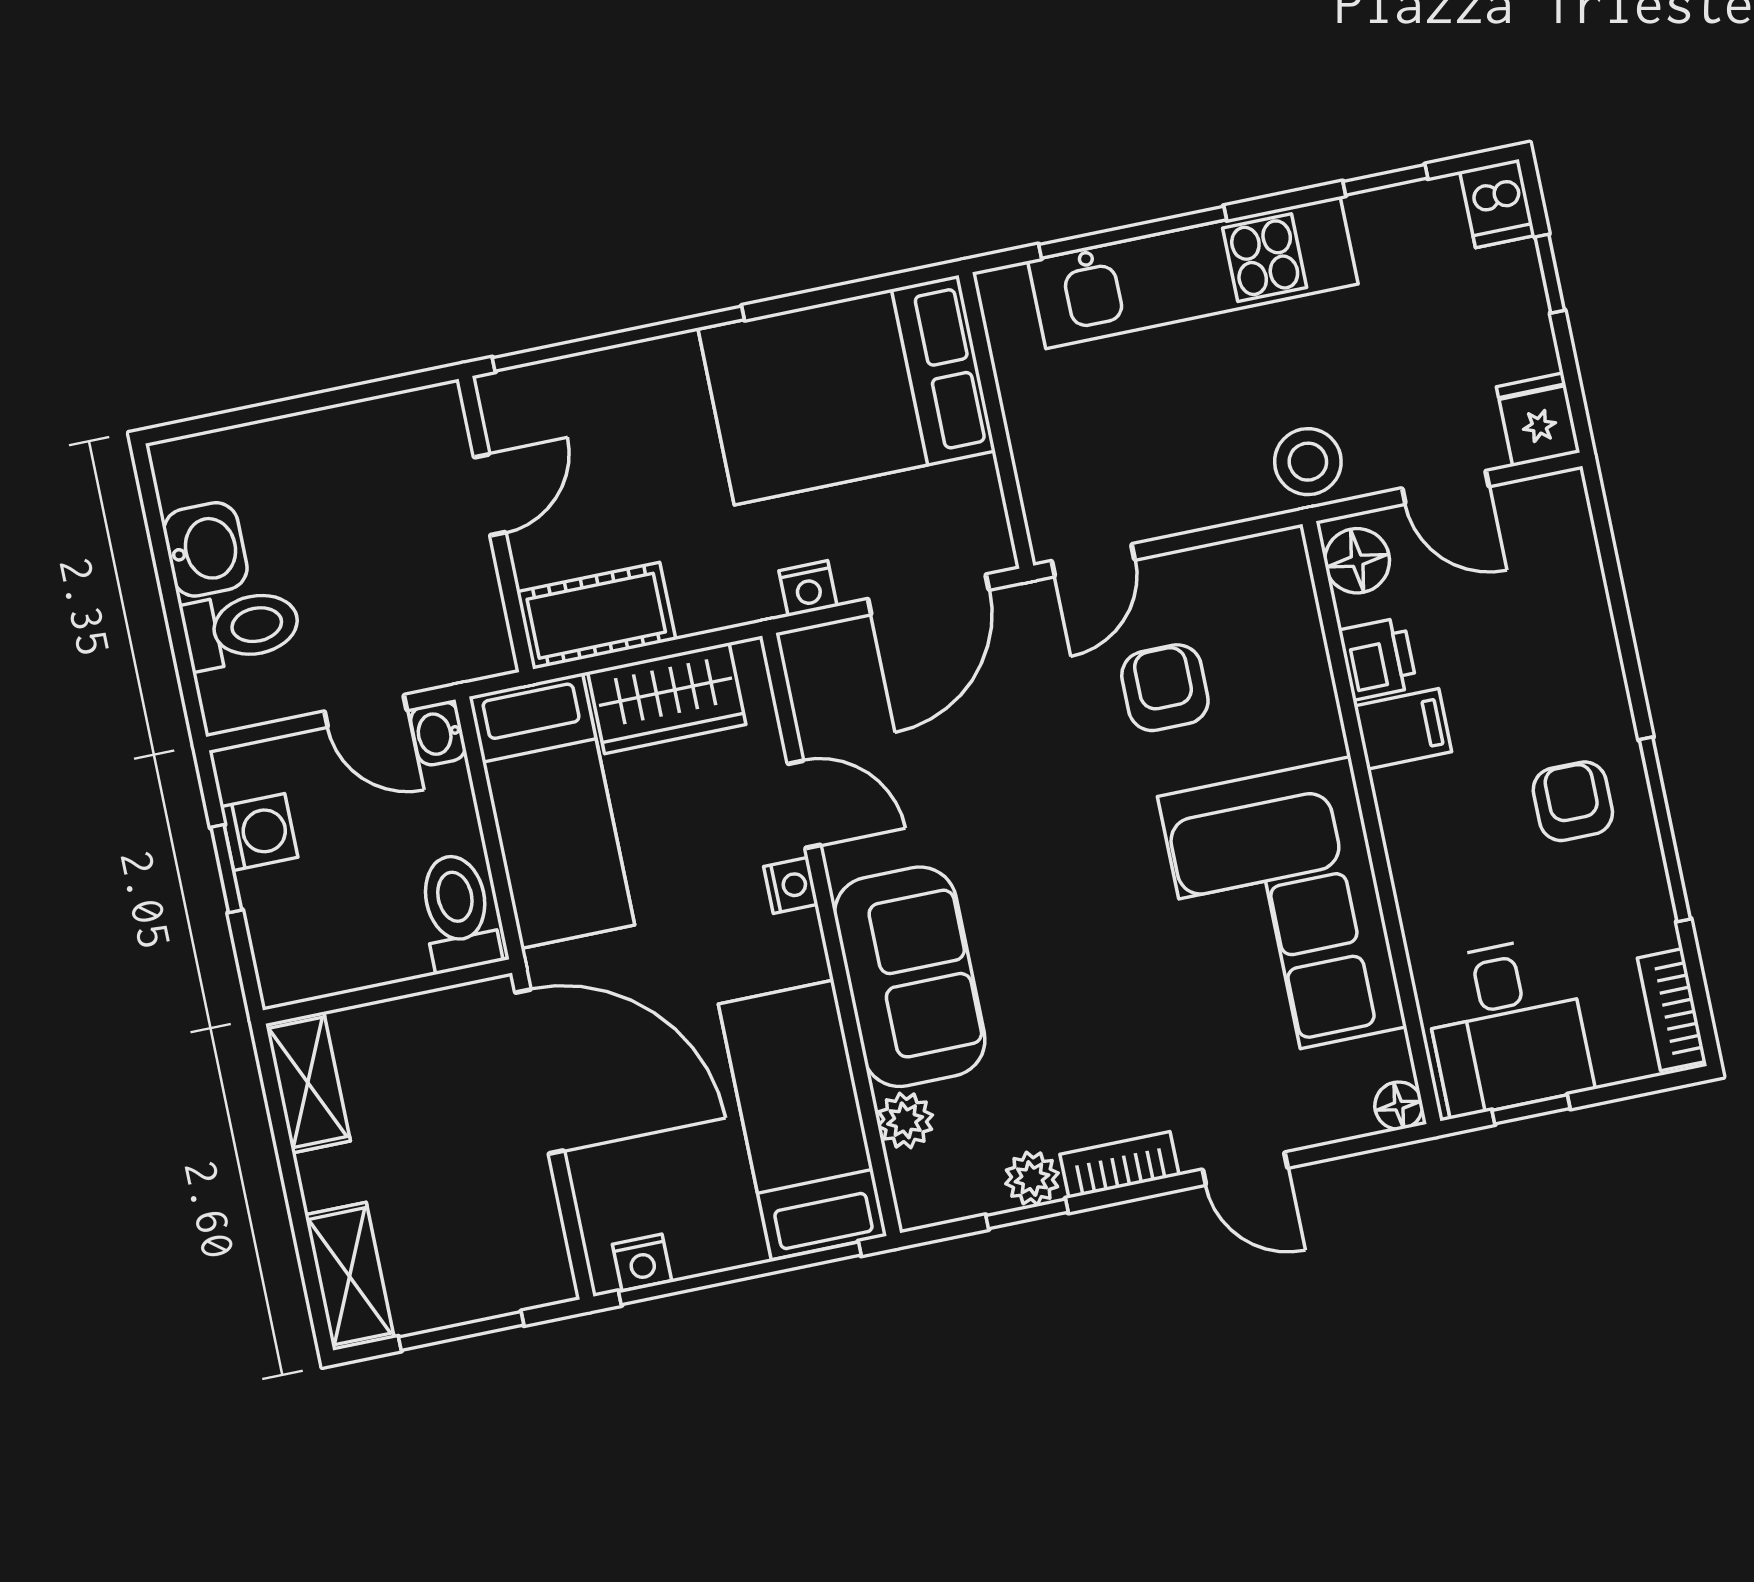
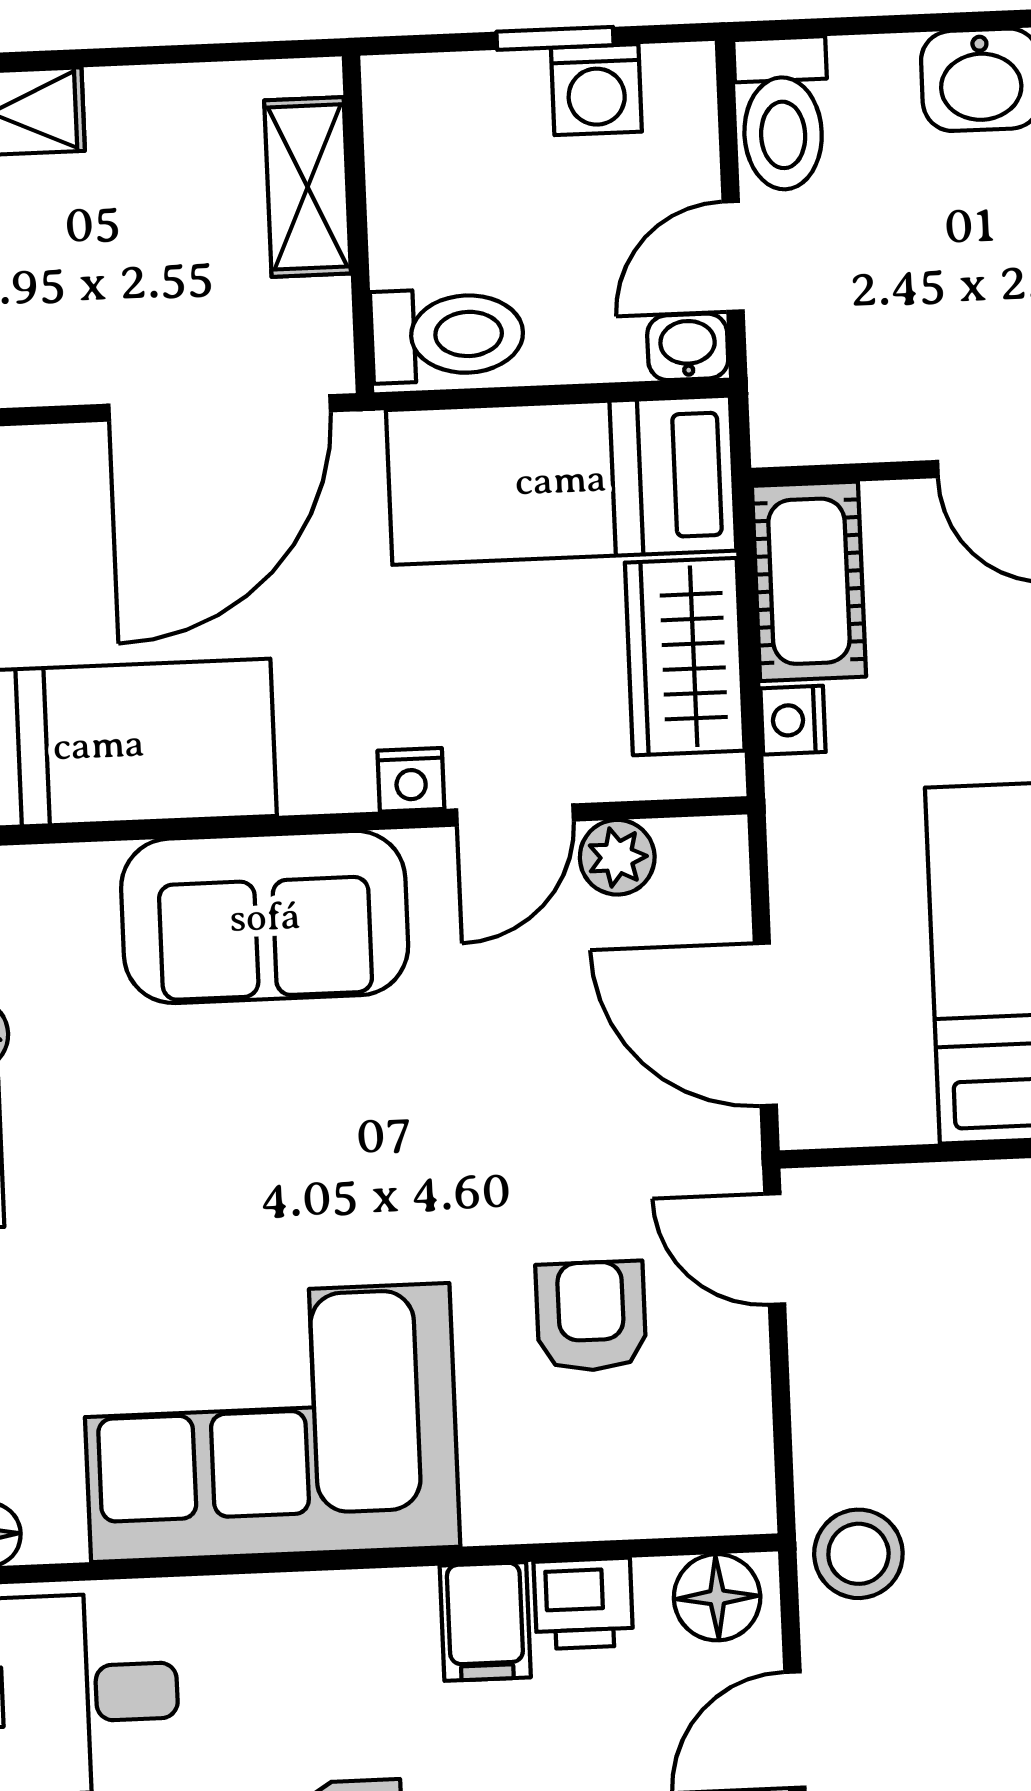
nightstand: (808, 588) -> (793, 720), moved
toilet: (241, 628) -> (782, 114), moved
armchair: (1165, 688) -> (591, 1316), turned -90
shelving: (308, 1082) -> (308, 187), moved, turned 90
plant: (905, 1120) -> (617, 857), moved

